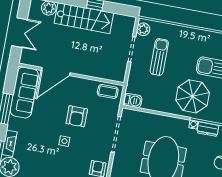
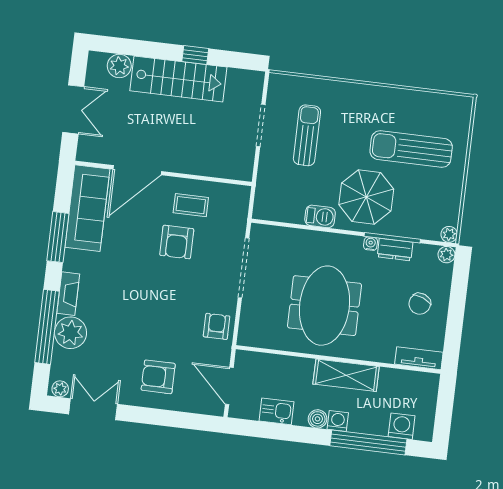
plant: (143, 29) -> (278, 91), removed
coffee table: (108, 91) -> (191, 205), moved
barbecue: (133, 100) -> (320, 216), moved
side table: (64, 141) -> (159, 284), removed

